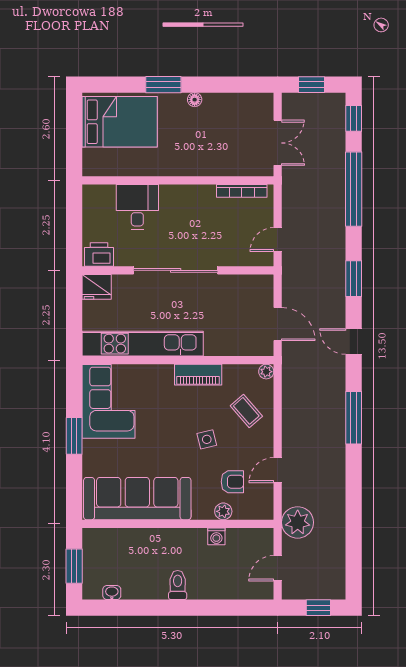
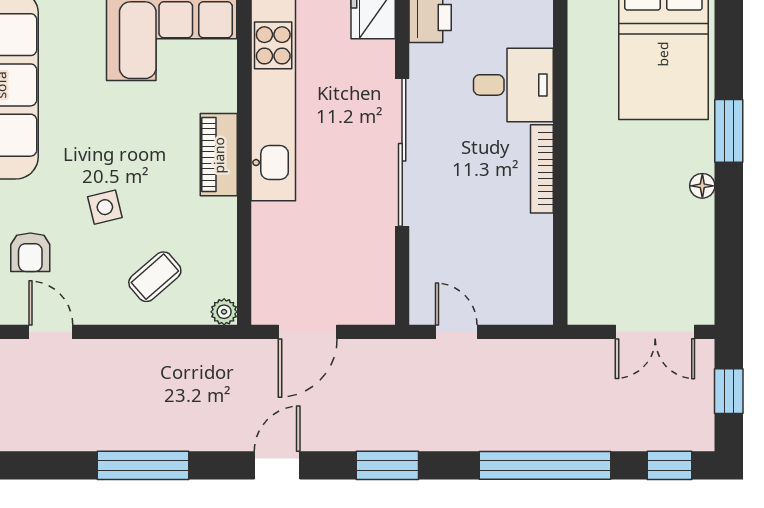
double door: (278, 143) -> (655, 332), moved
bookcase: (242, 191) -> (542, 169), moved
piano: (198, 375) -> (219, 155), moved

